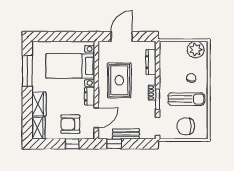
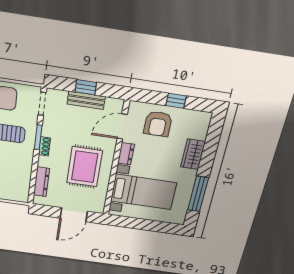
armchair: (70, 124) -> (158, 124), turned 90
wardrobe: (38, 128) -> (201, 125), removed
window: (72, 144) -> (176, 101), moved
window: (114, 144) -> (86, 87), moved

